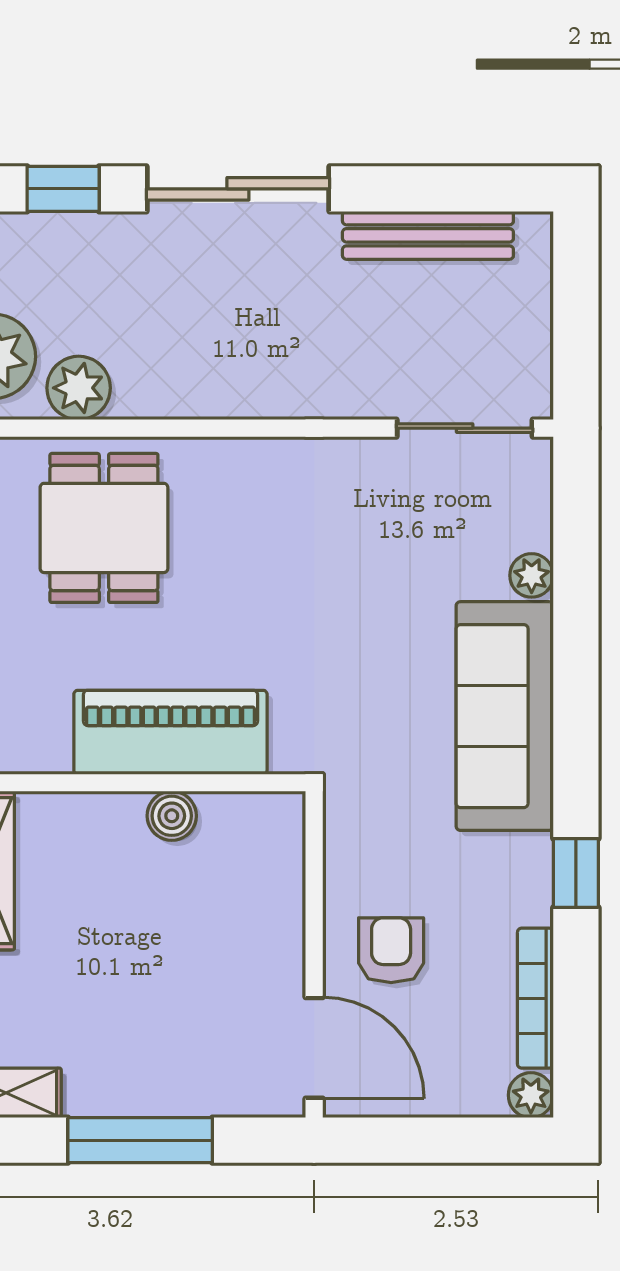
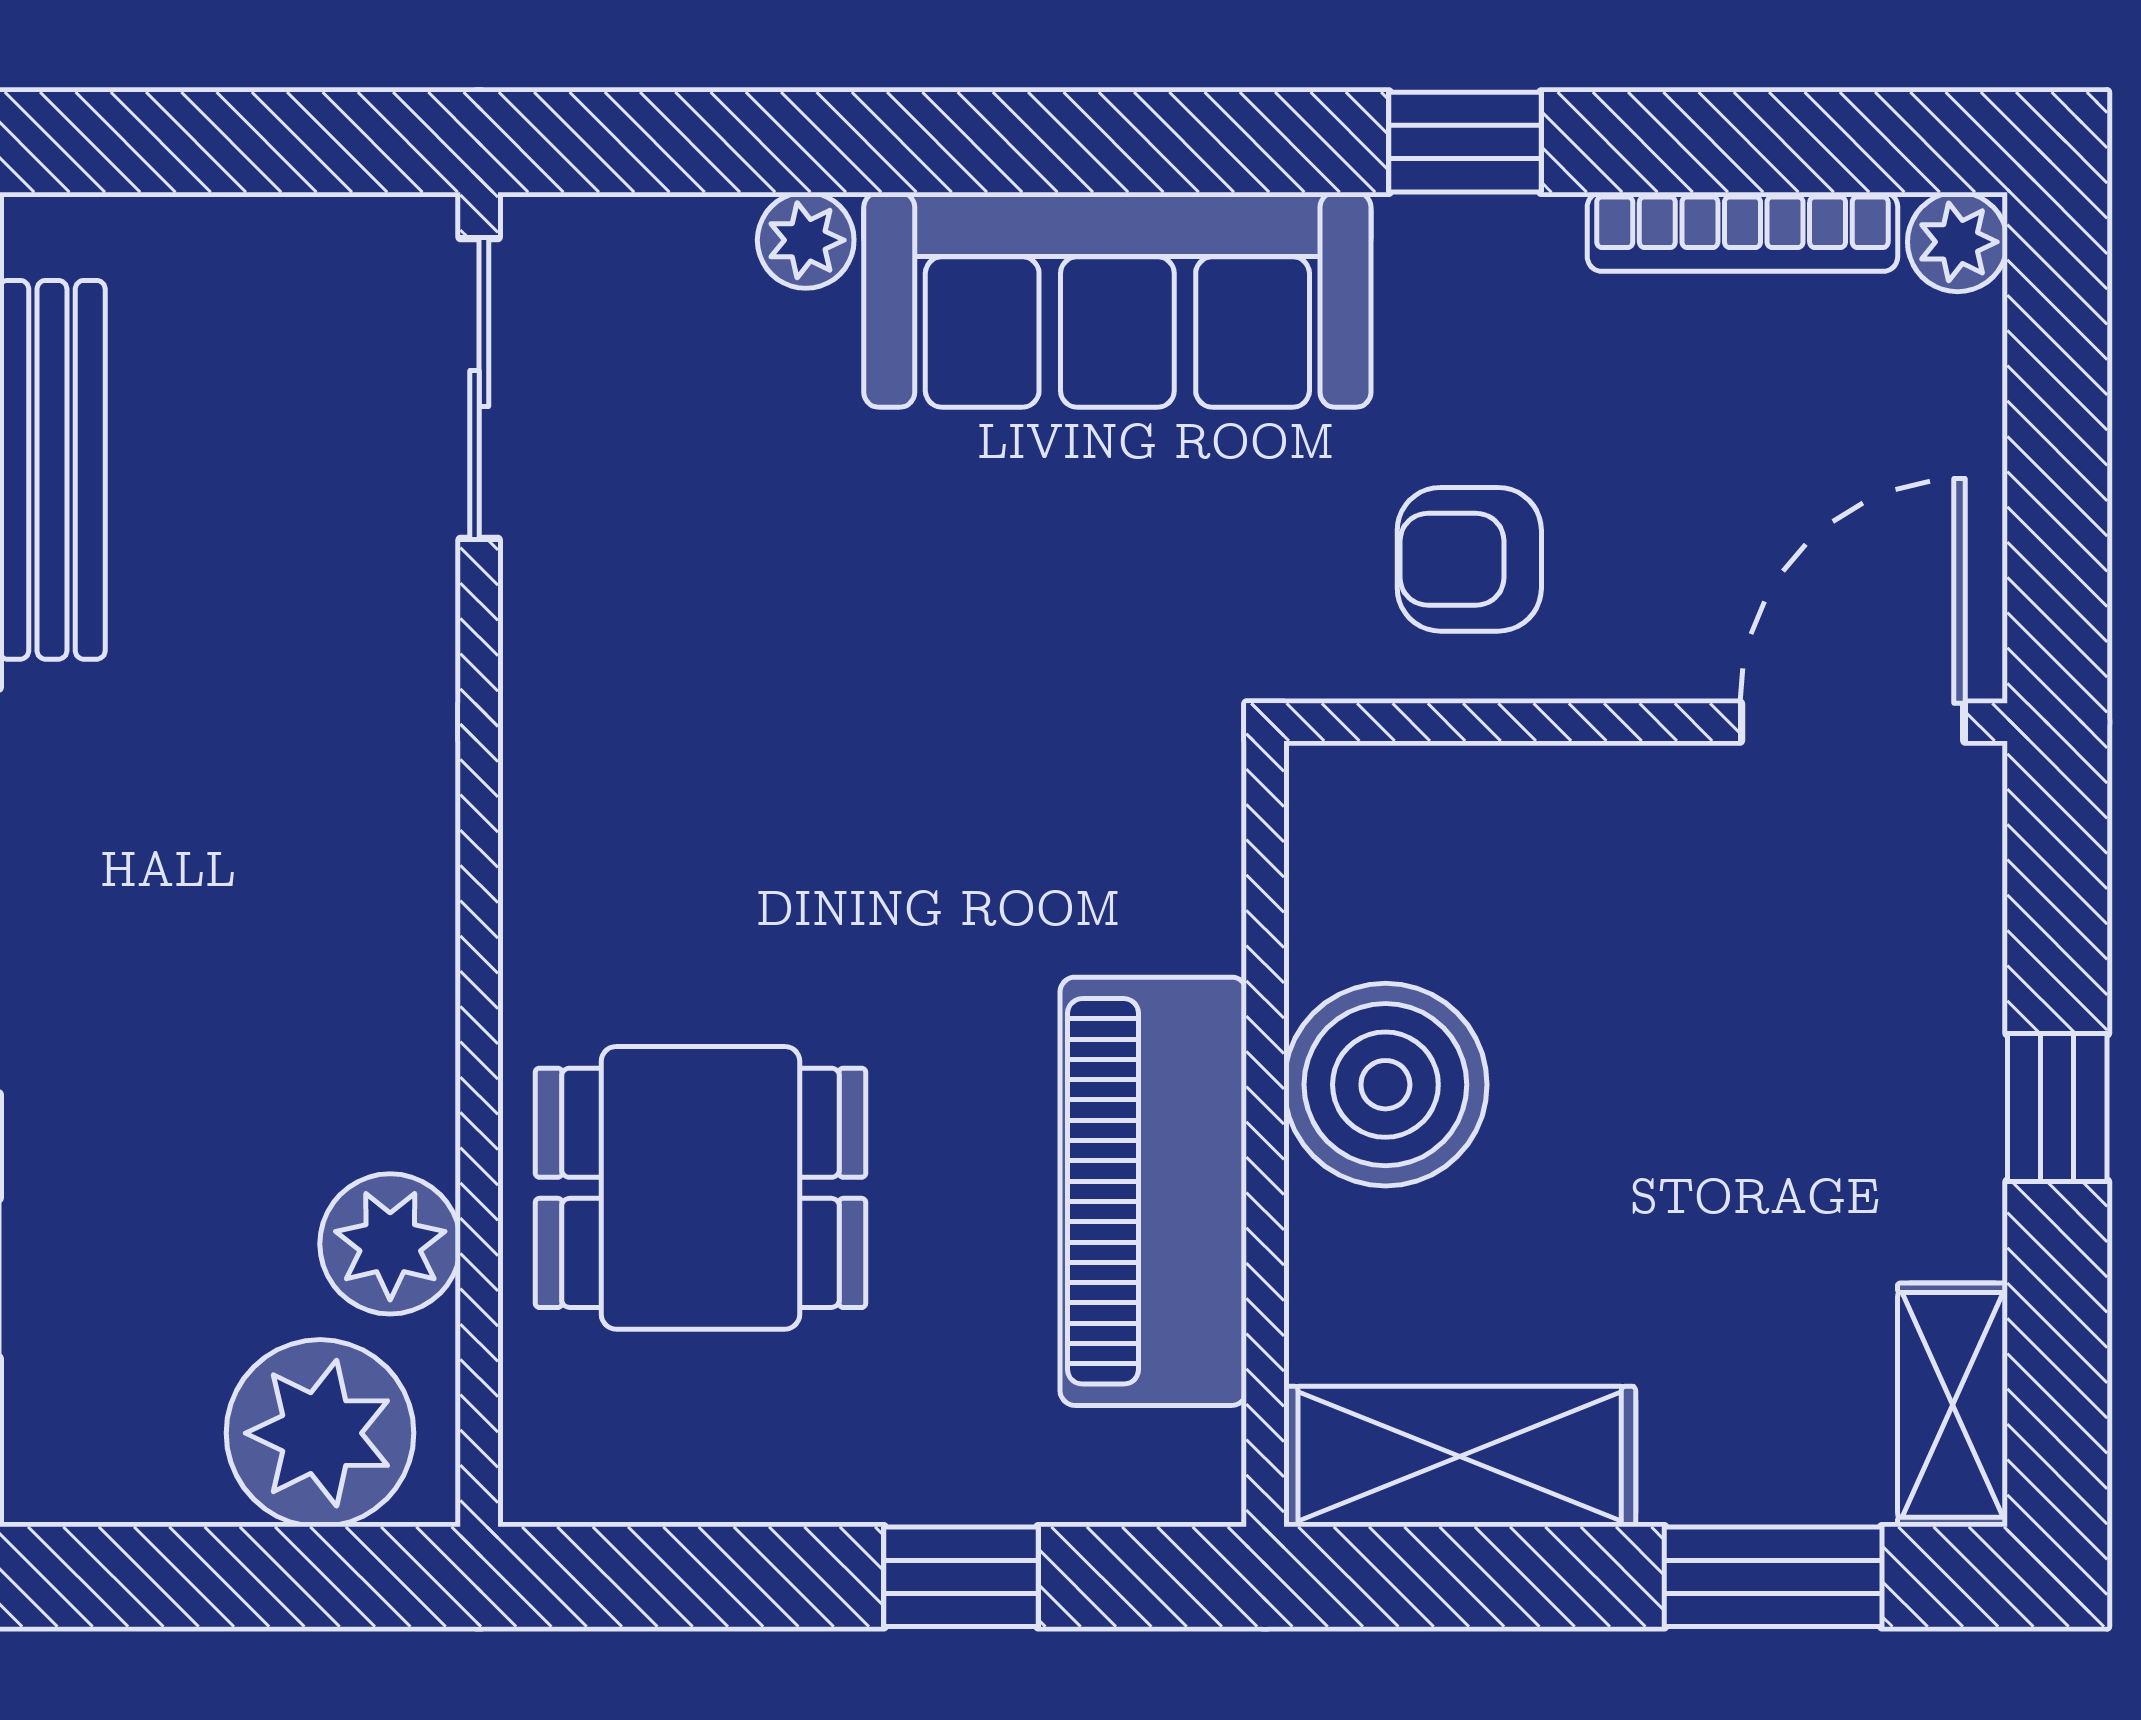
piano: (170, 732) -> (1153, 1191), moved
boiler: (172, 816) -> (1385, 1085), width x1.86, depth x1.86
armchair: (391, 950) -> (1469, 559), moved
window: (140, 1140) -> (2057, 1107), width x0.46

